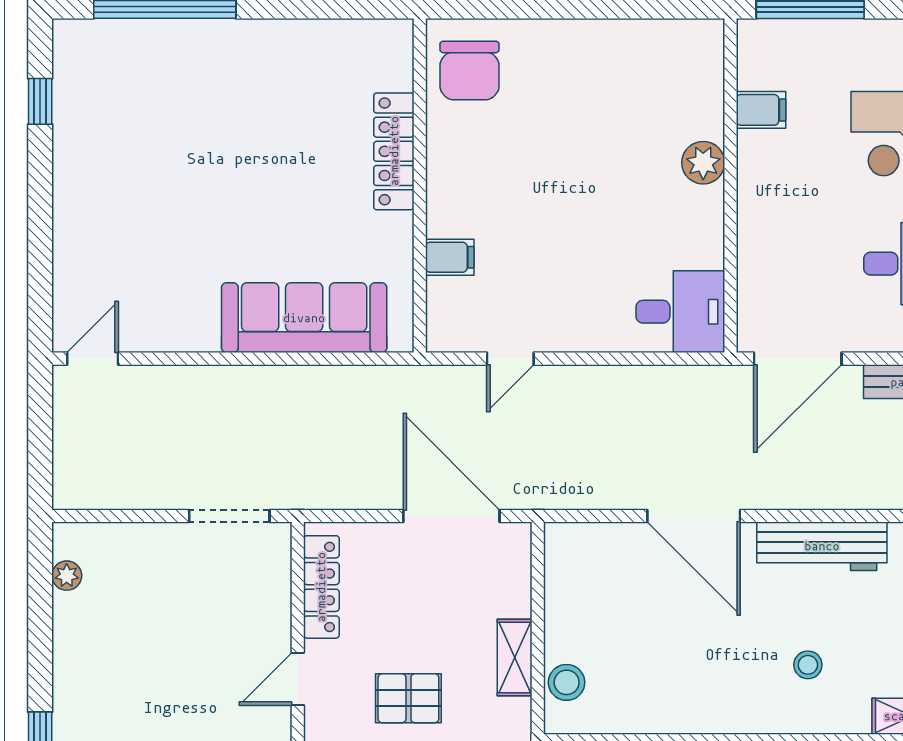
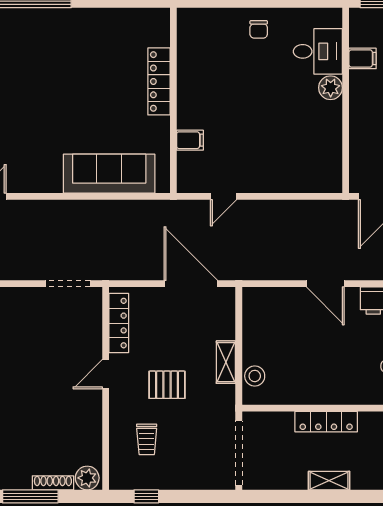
chair: (470, 70) -> (259, 29), moved, width x0.54, depth x0.54
desk: (680, 312) -> (318, 51), moved
door: (694, 516) -> (325, 284), width x0.73

